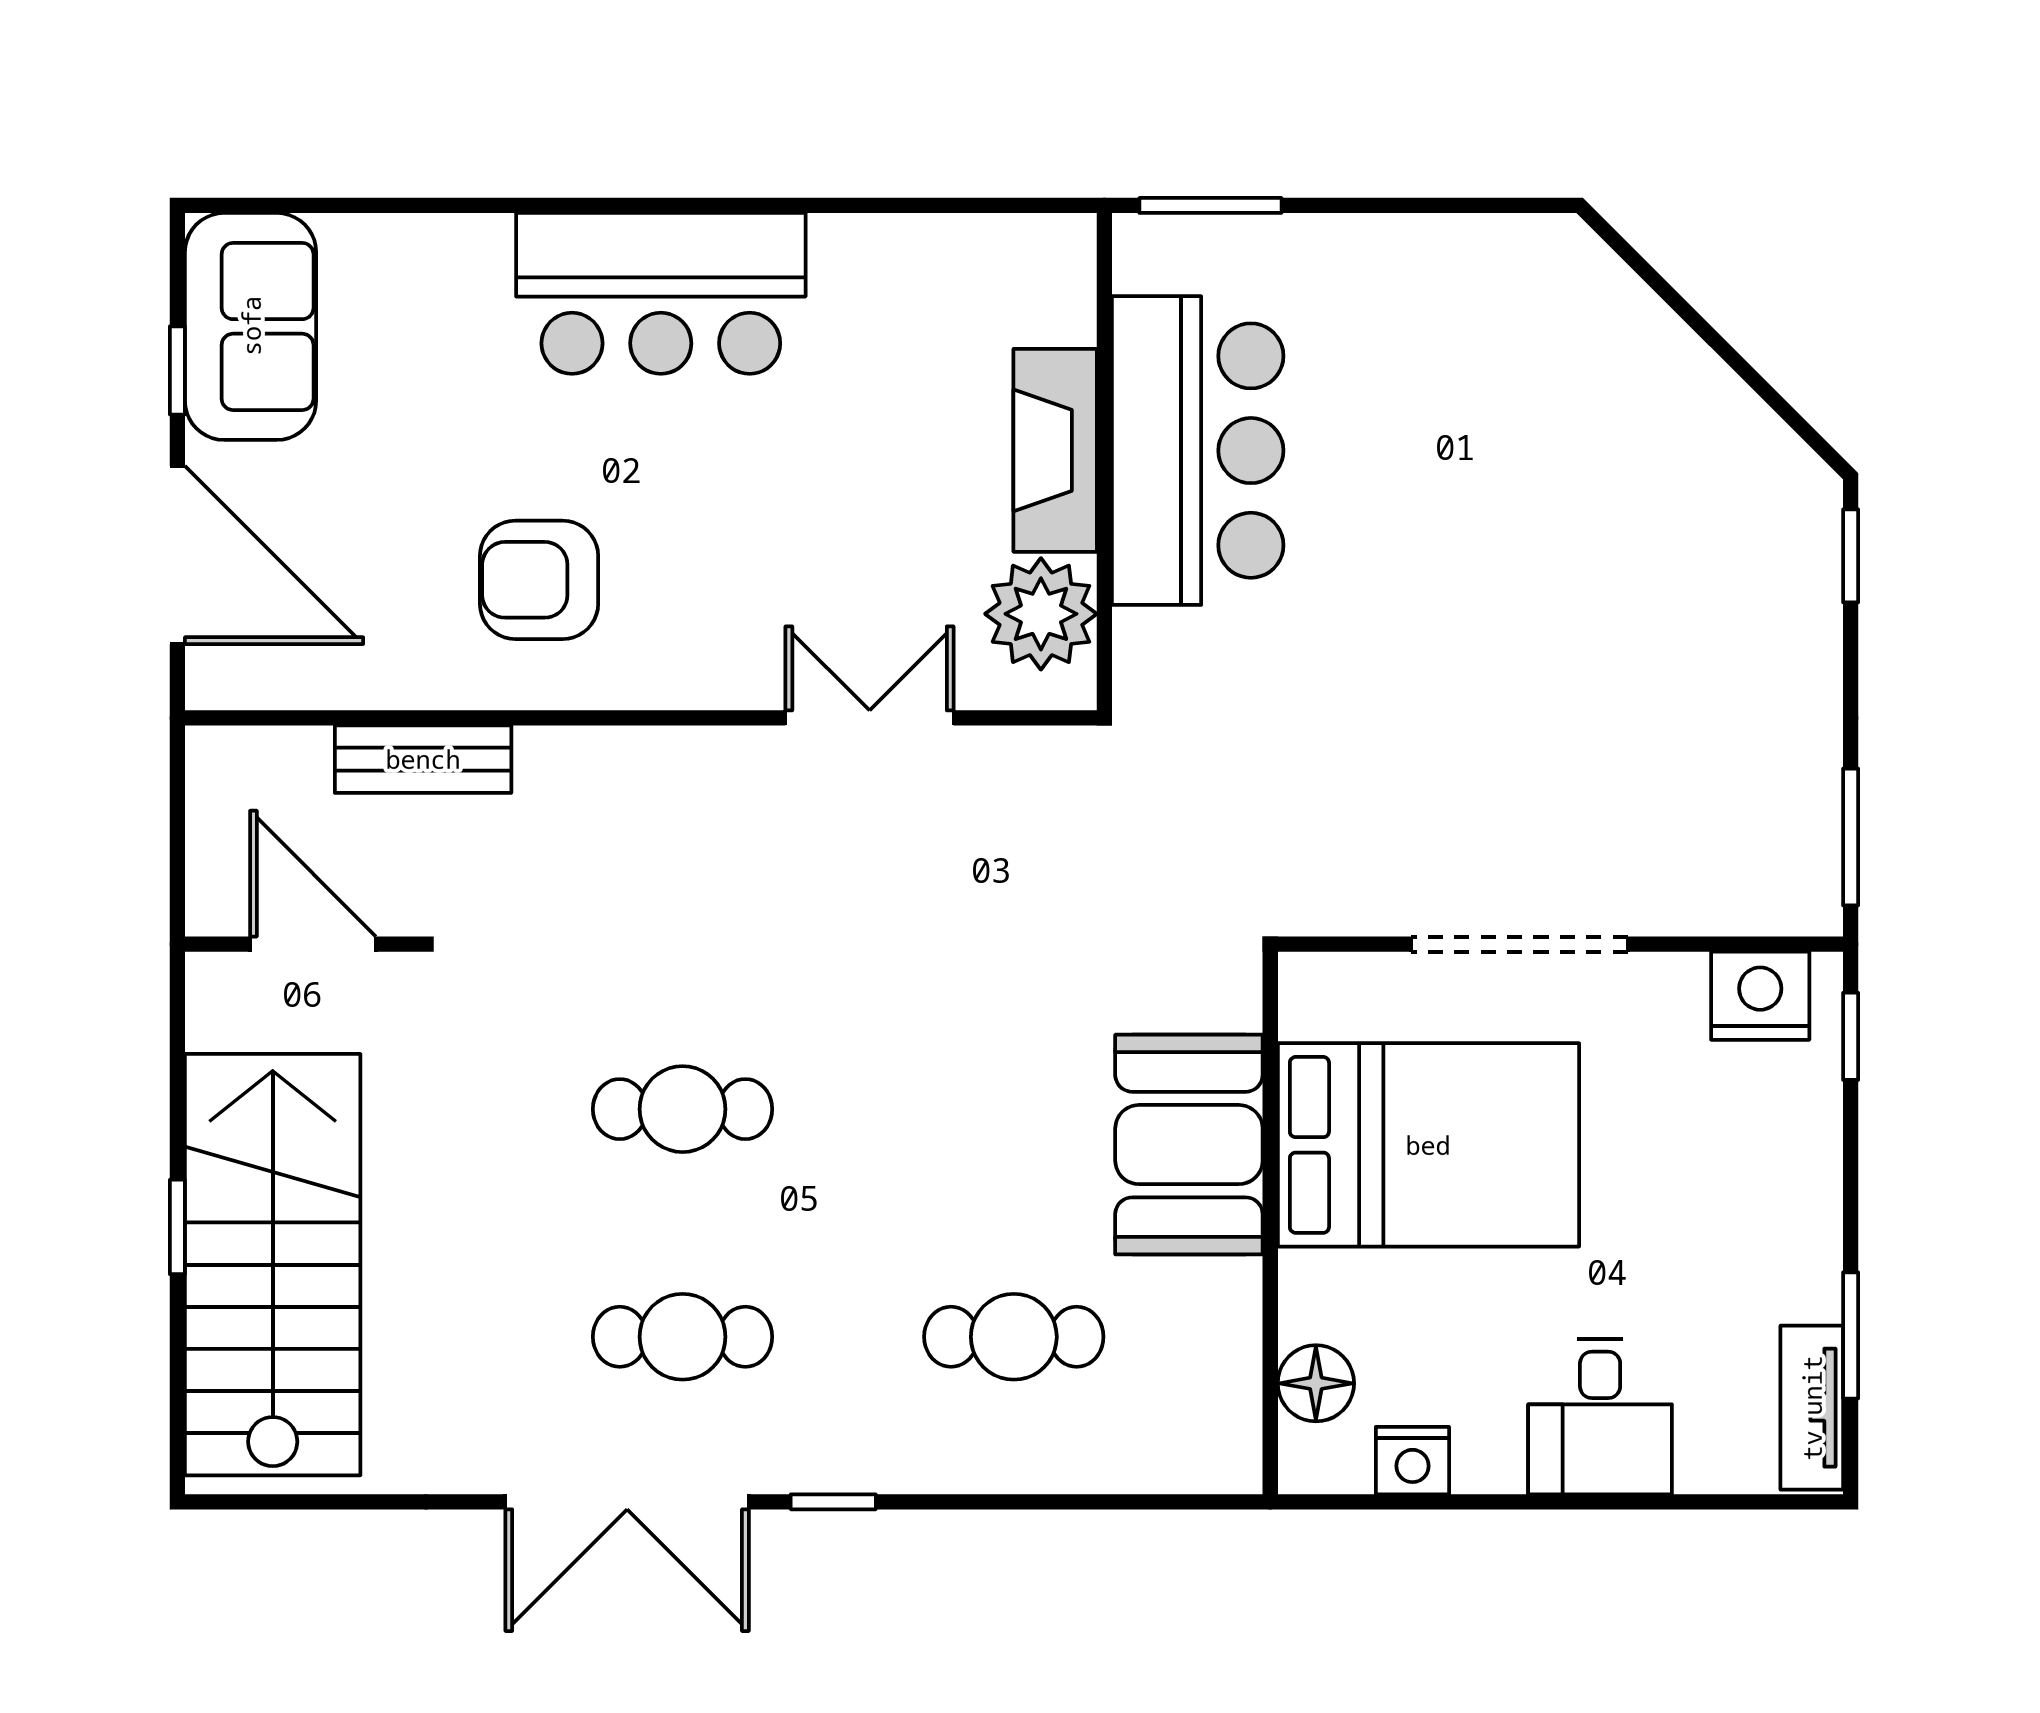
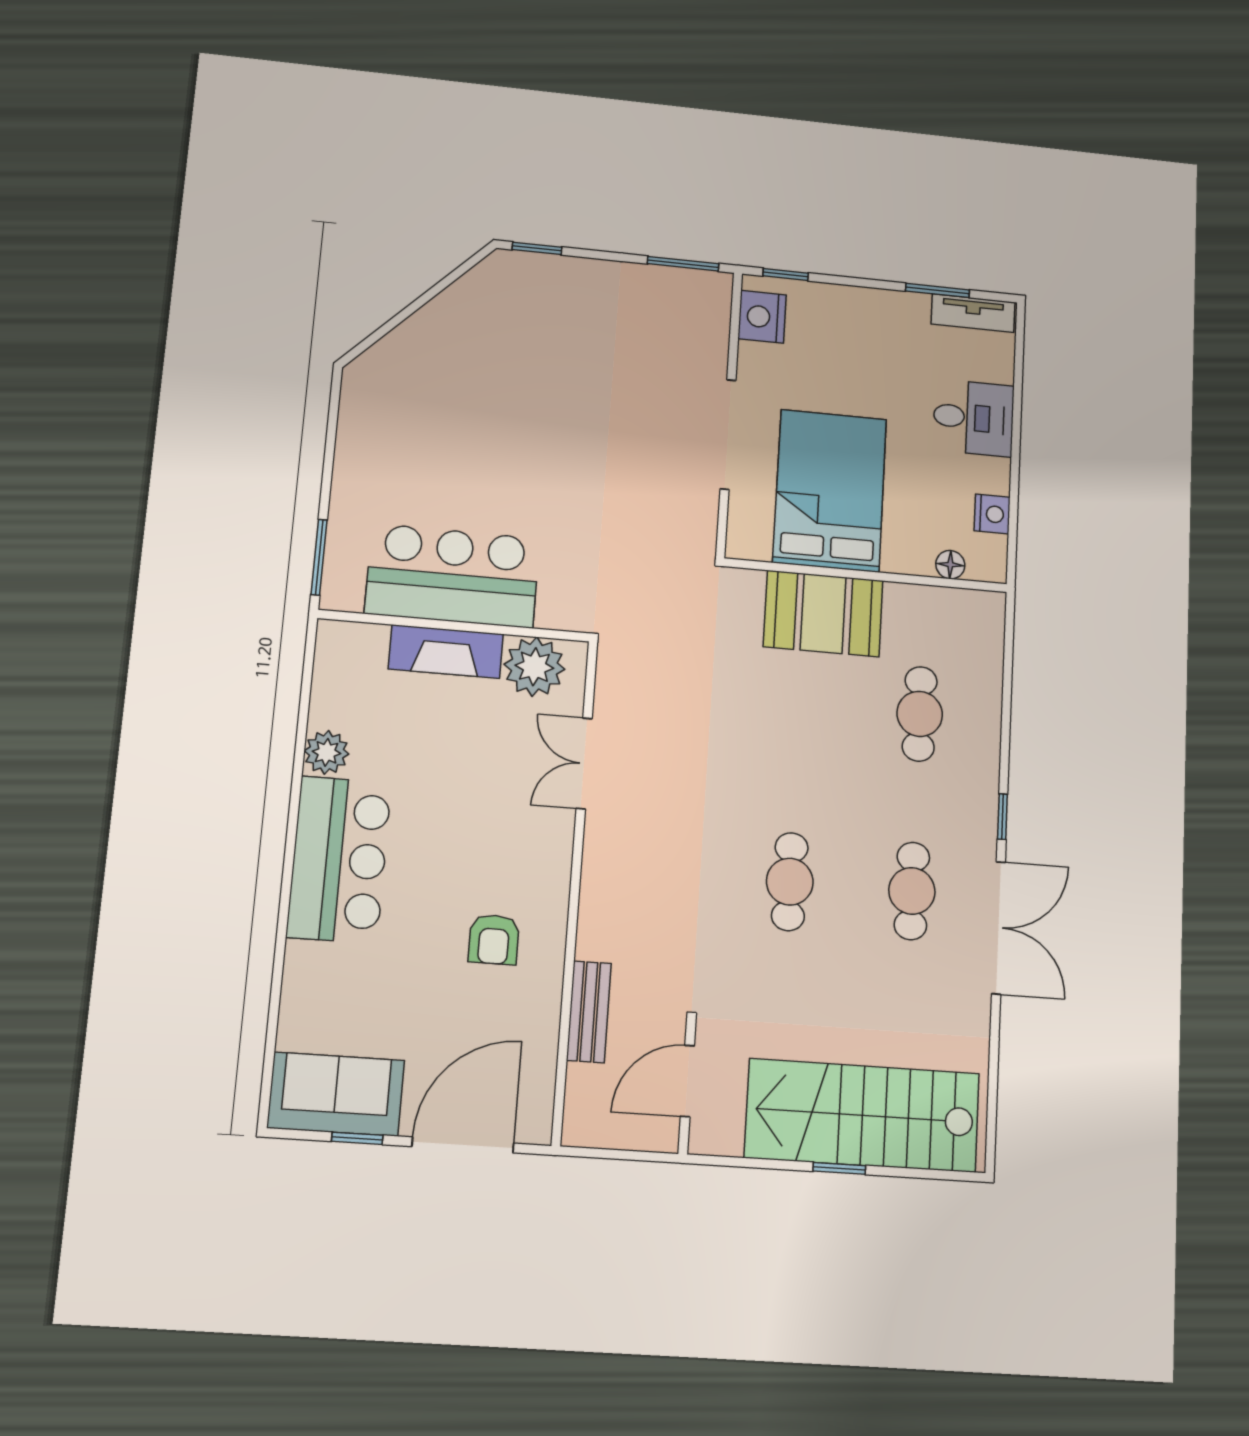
plant: (852, 253) -> (327, 752), added
armchair: (539, 580) -> (494, 939), width x0.72, depth x0.72
floor lamp: (1316, 1383) -> (950, 565), width x0.73, depth x0.73

